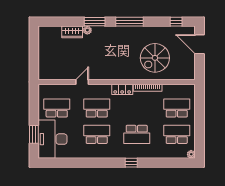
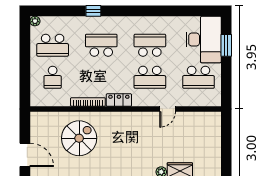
school desk: (177, 108) -> (53, 77), width x0.54
school desk: (97, 134) -> (150, 45), turned 180
window: (131, 163) -> (93, 11), moved

